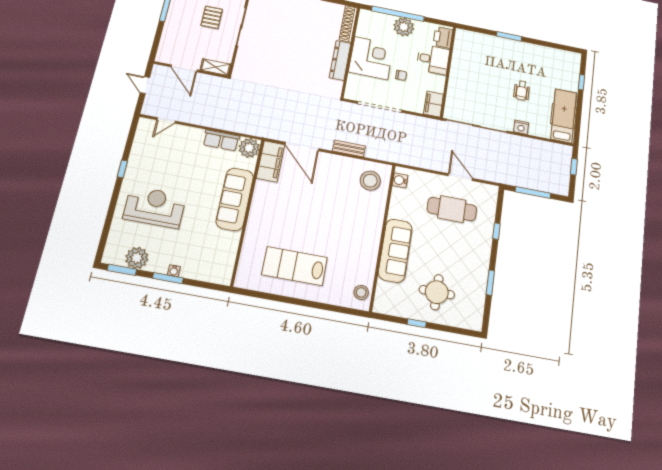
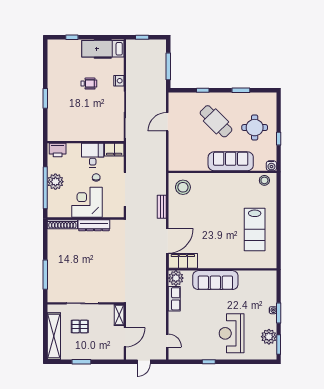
desk: (433, 59) -> (93, 155), moved
water cooler: (400, 180) -> (271, 166), moved
cafe table: (452, 209) -> (216, 121), moved, turned -45

